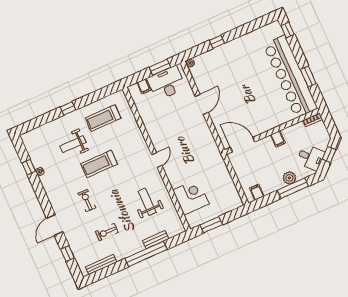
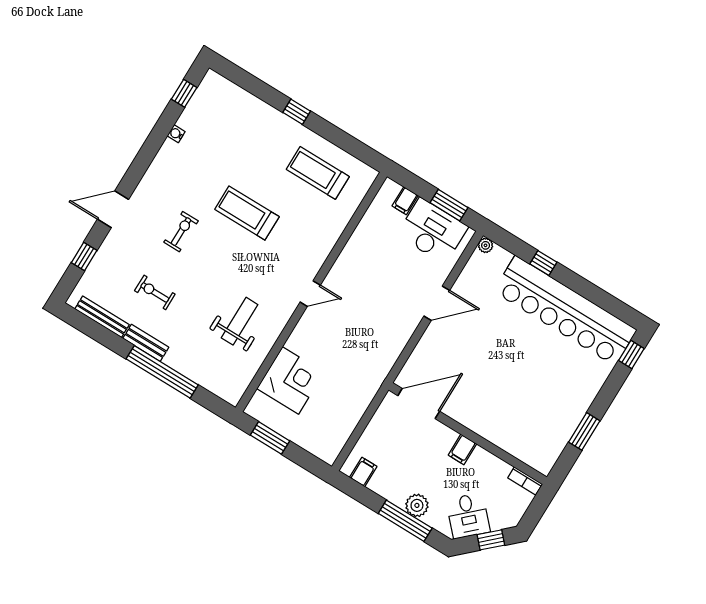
bar counter: (290, 77) -> (565, 311), moved, turned -90
weight bench: (73, 144) -> (249, 155), removed
door: (243, 145) -> (419, 403), hinge flipped
window: (29, 167) -> (184, 93), moved
bench: (156, 240) -> (146, 343), moved

